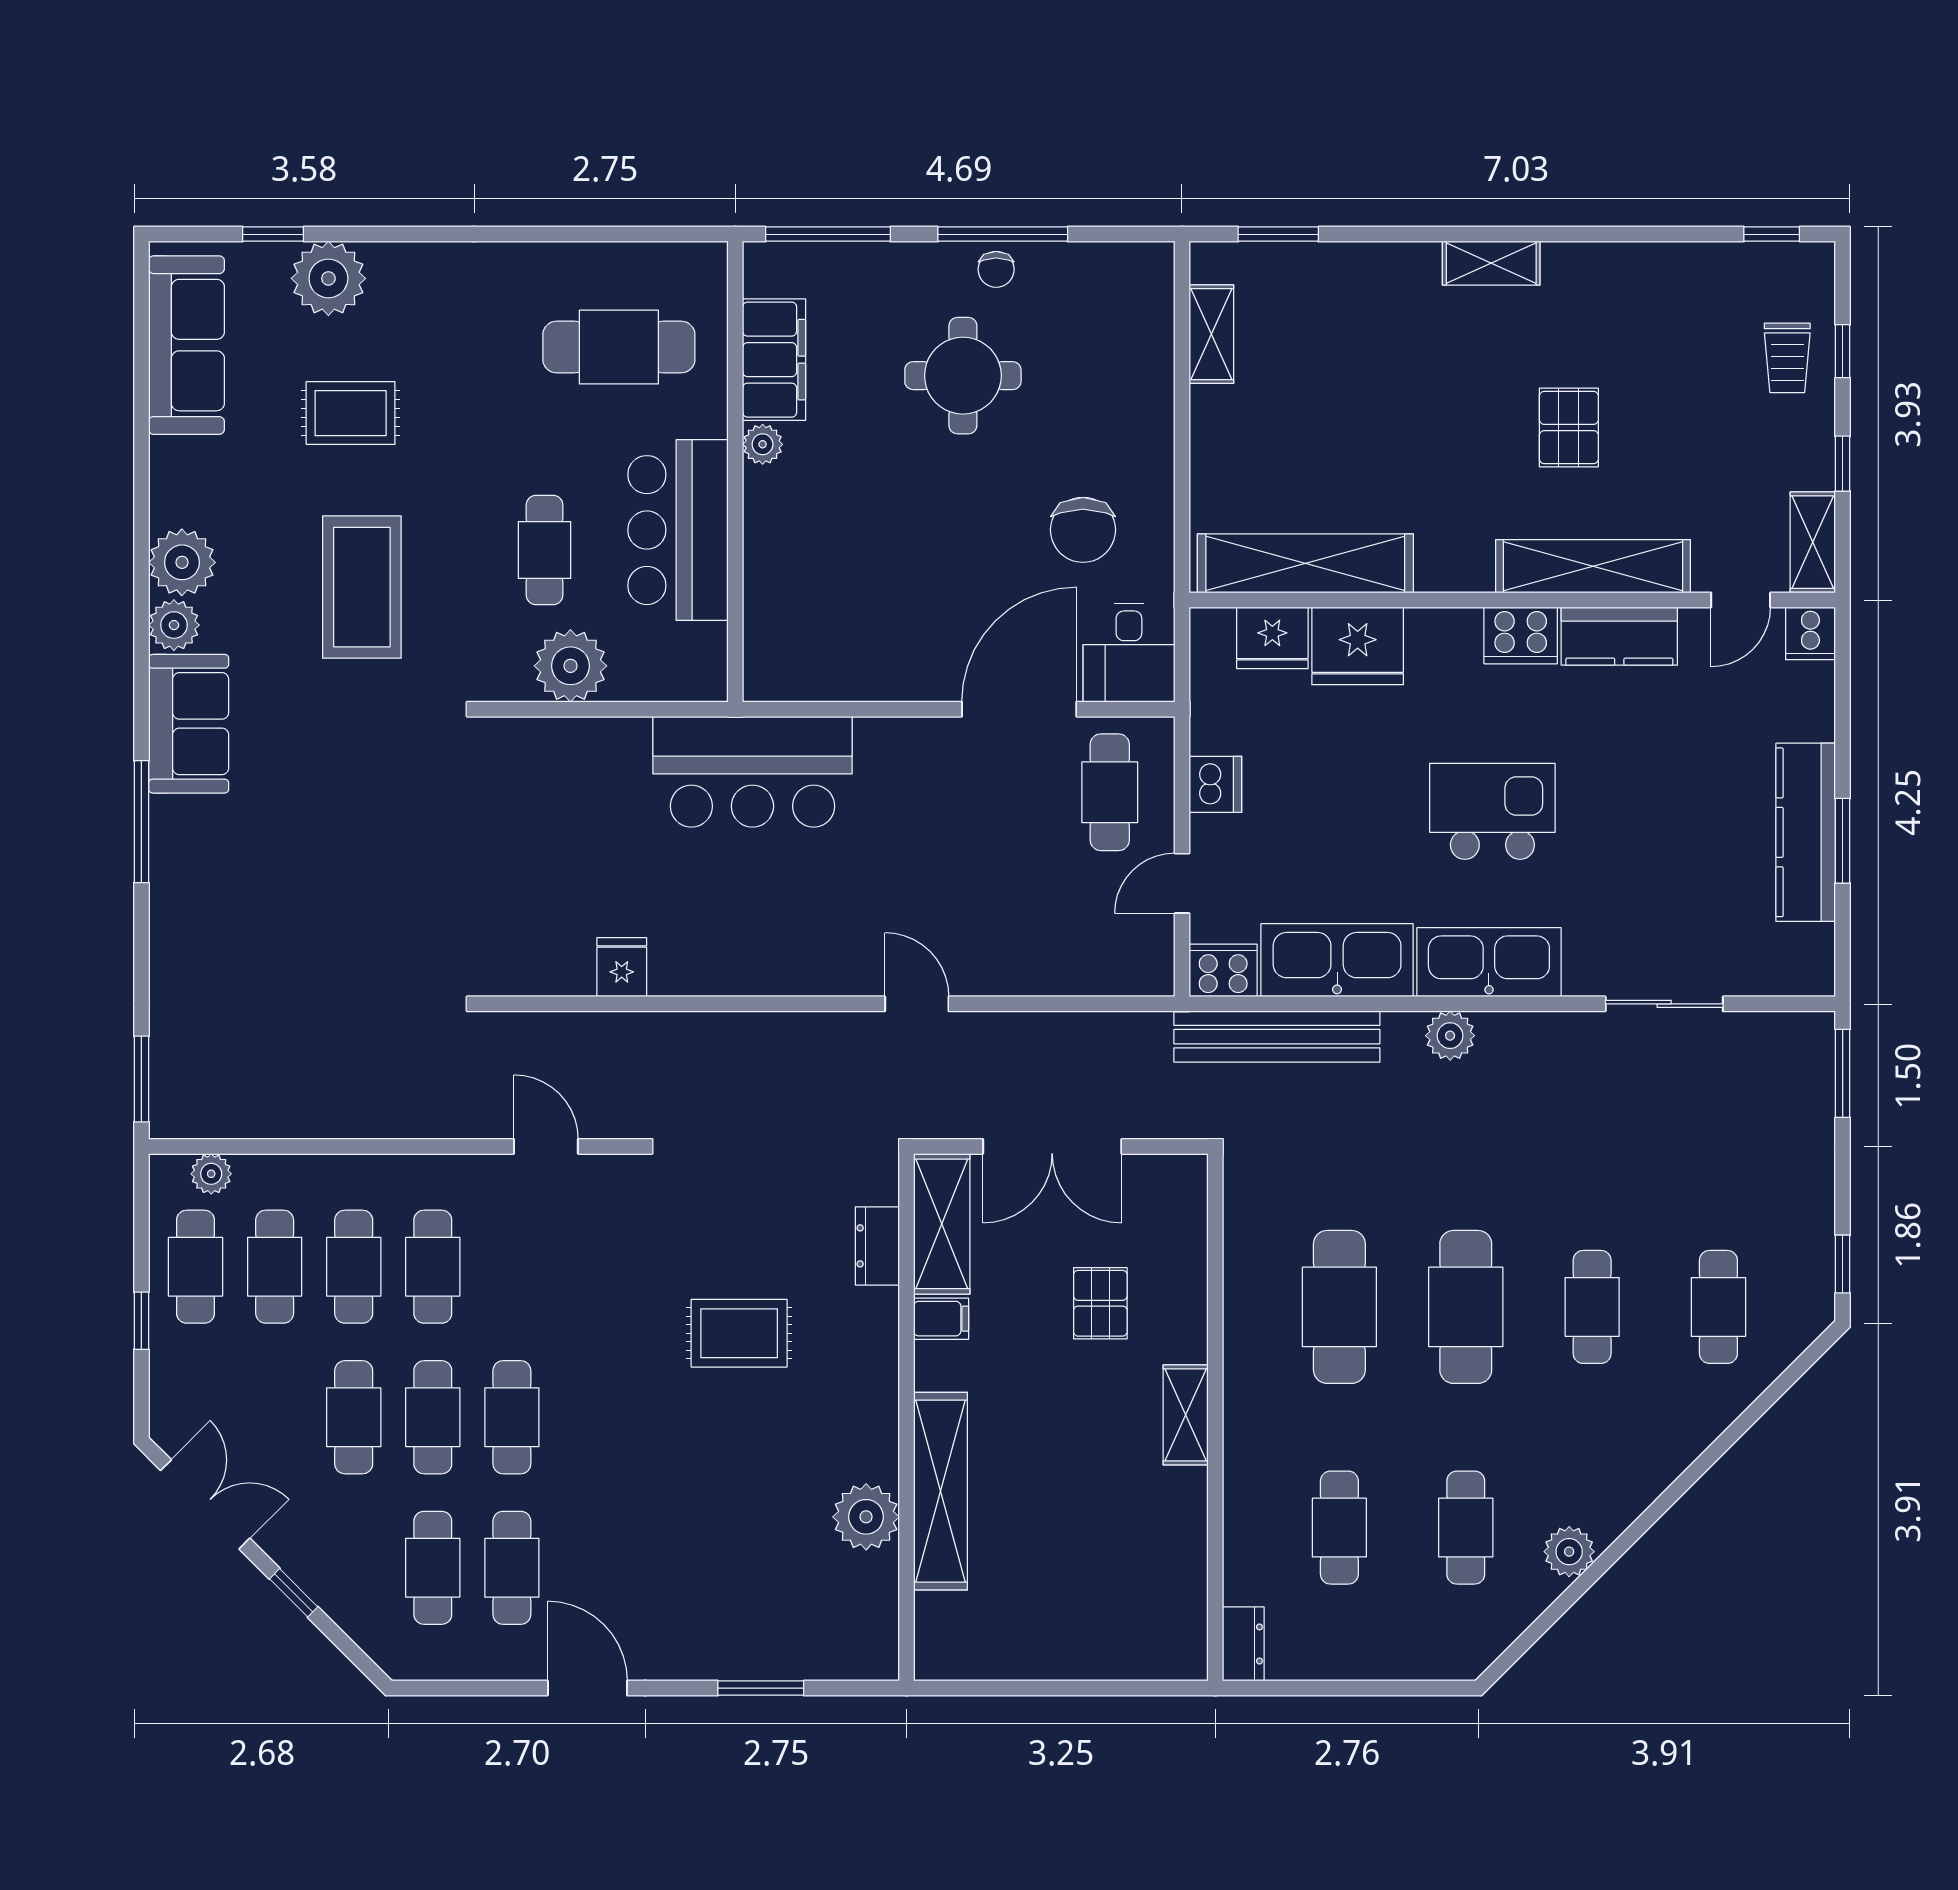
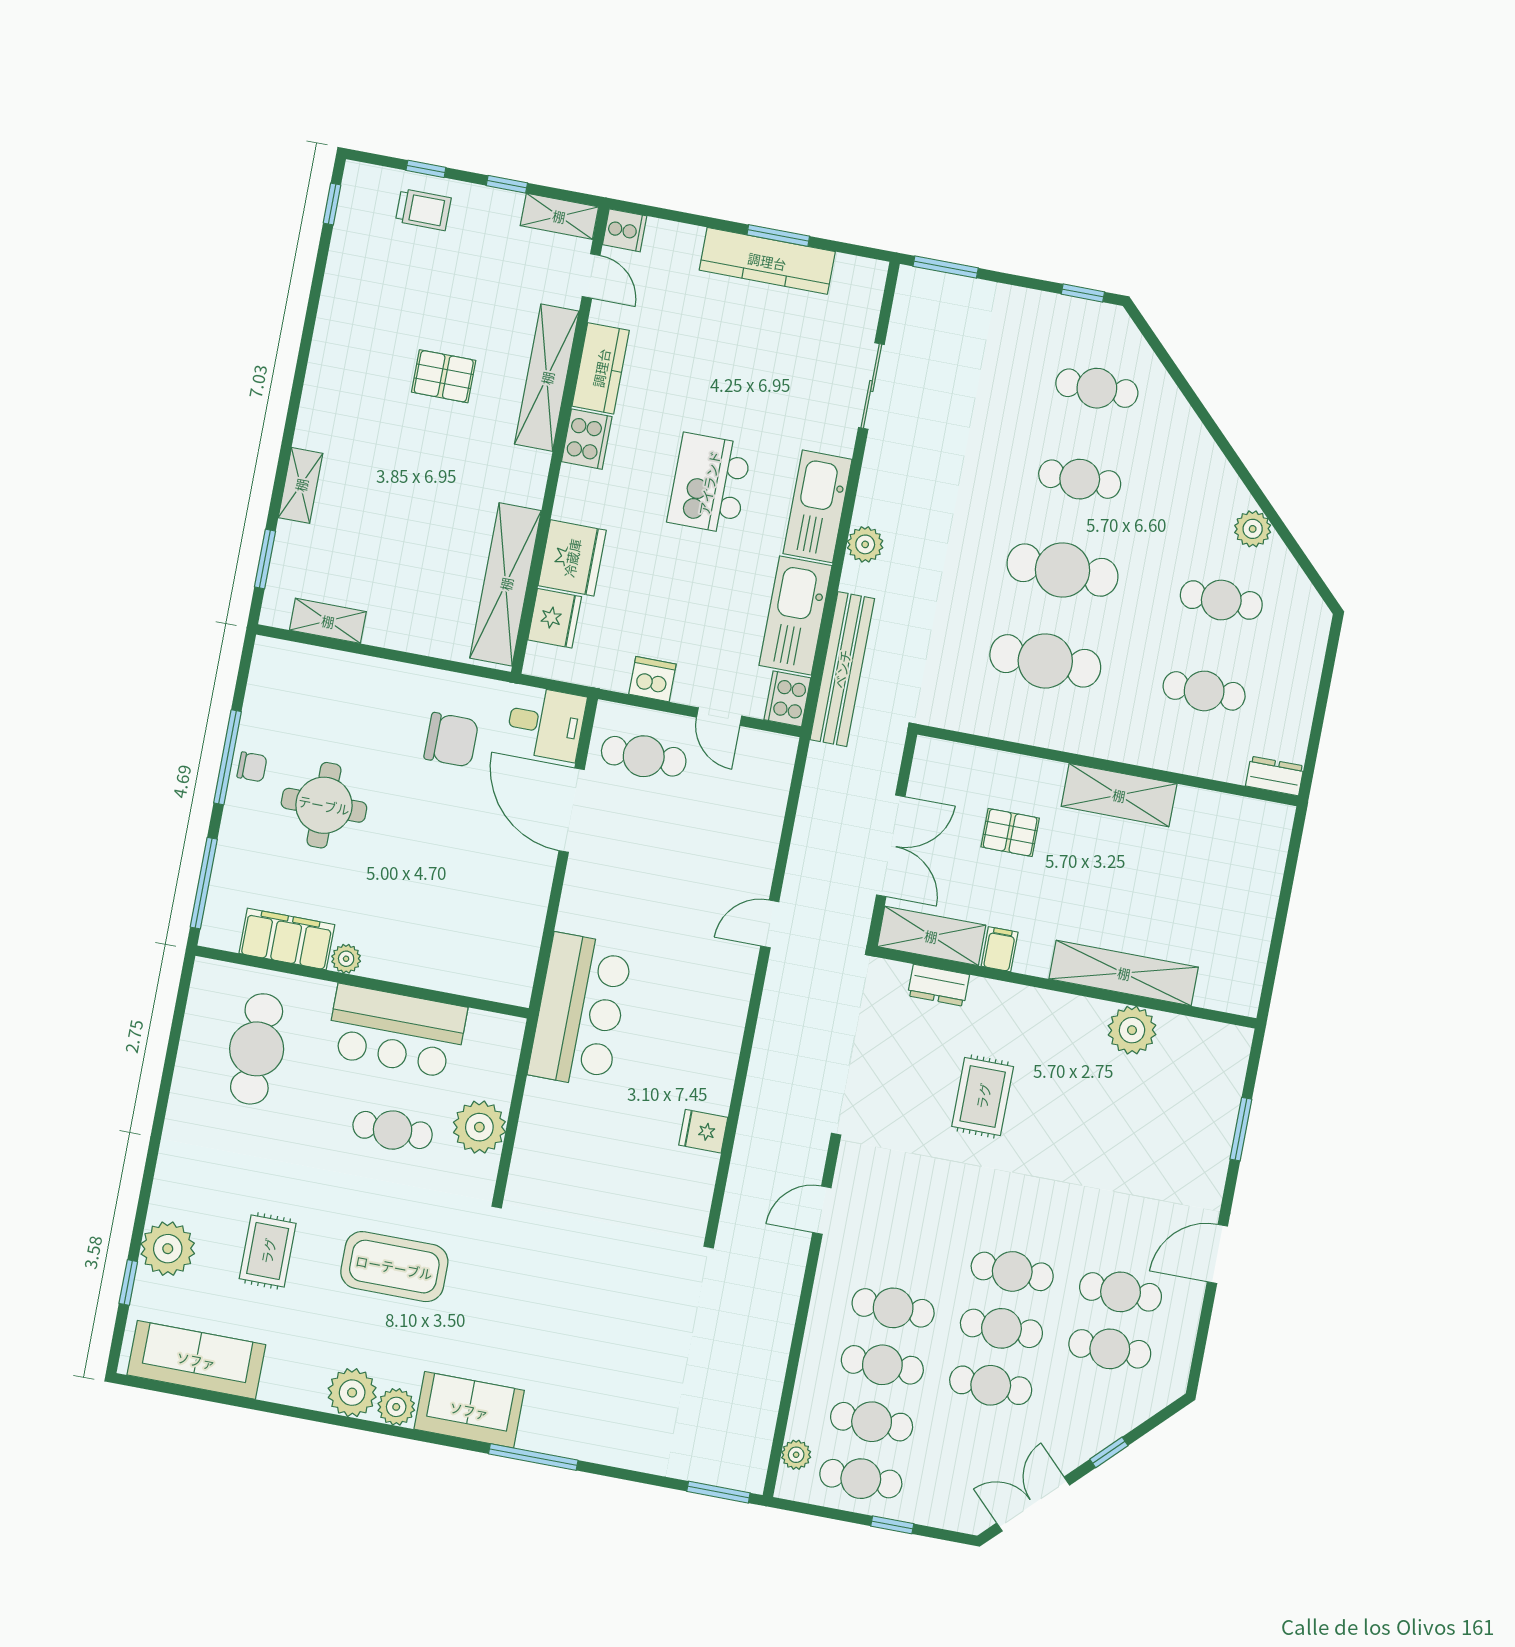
shelving: (1491, 263) -> (301, 485), moved
shelving: (1186, 1415) -> (1119, 795), width x1.50, depth x1.33

